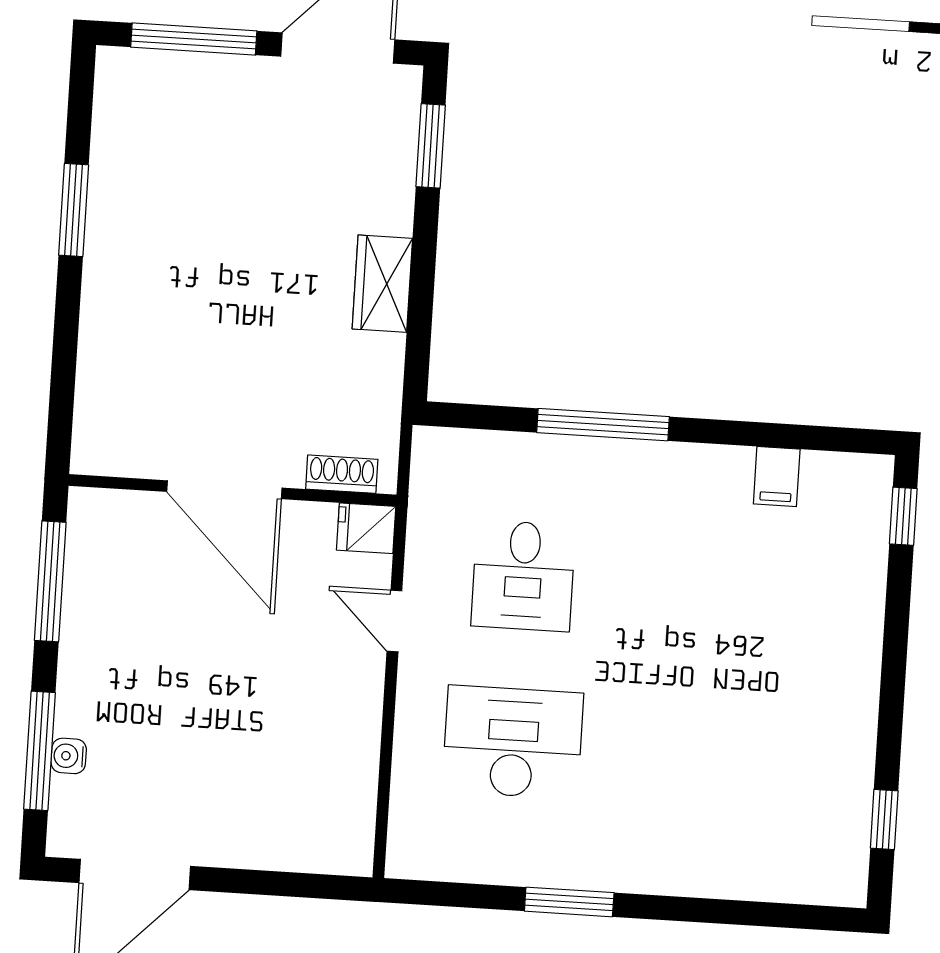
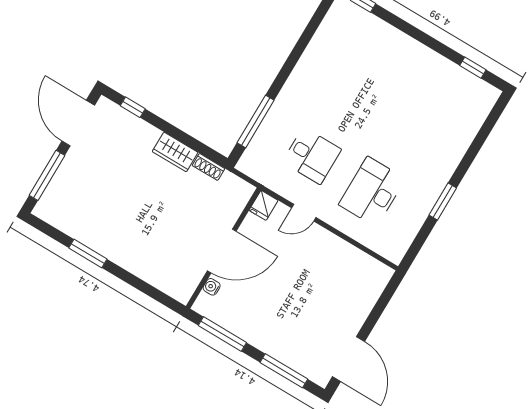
window: (431, 146) -> (133, 107), width x0.67
window: (603, 425) -> (256, 121), moved
shoe rack: (342, 474) -> (208, 167), moved, turned -90
filing cabinet: (777, 477) -> (324, 42), removed
water cooler: (69, 756) -> (212, 287), moved, turned 90

